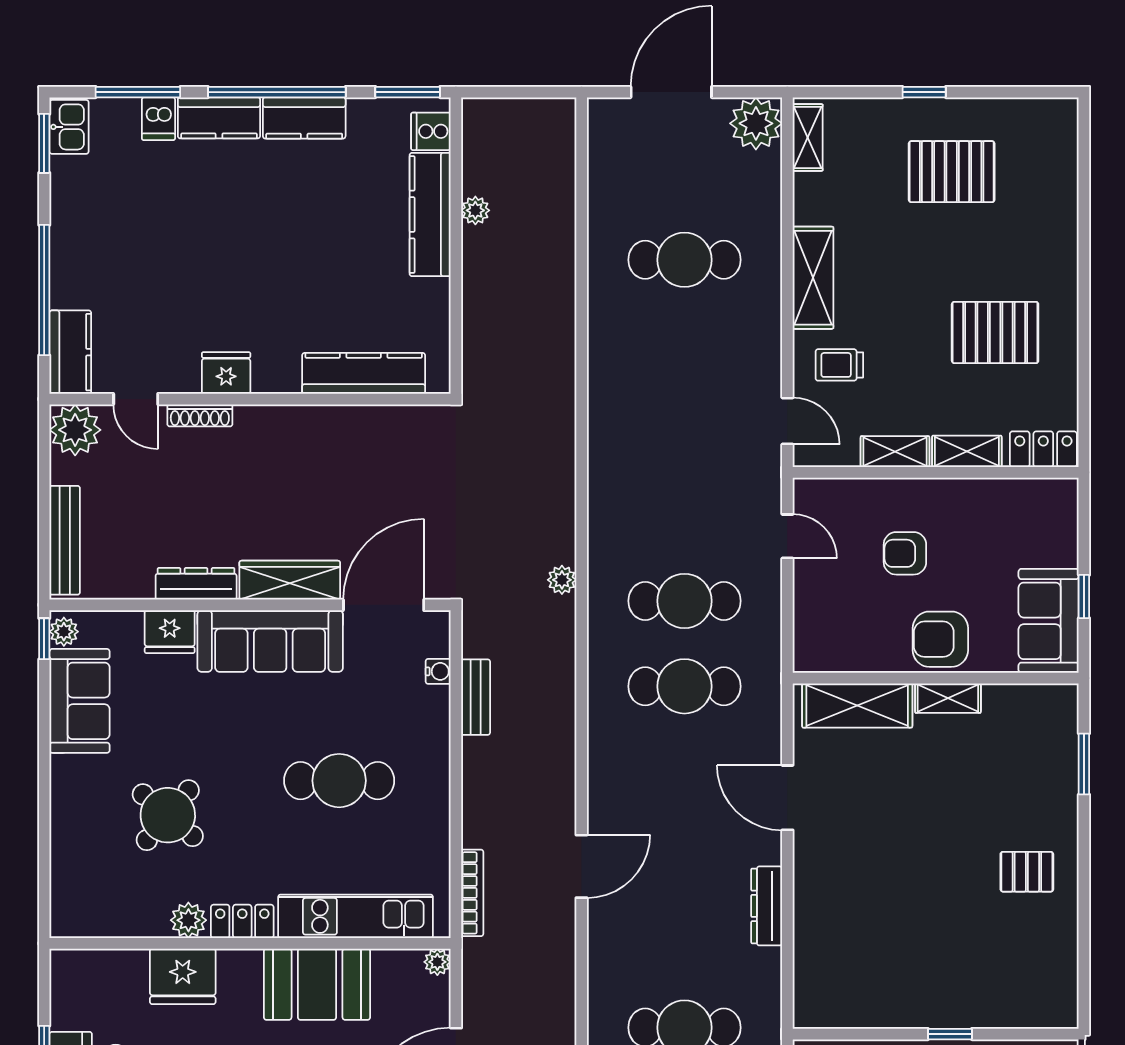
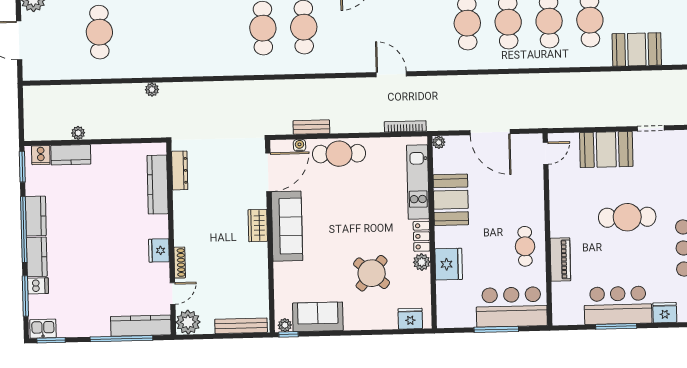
kitchen counter: (430, 215) -> (71, 155), width x0.67
kitchen counter: (70, 352) -> (141, 326), width x1.50
wardrobe: (290, 580) -> (258, 226), width x0.67
plant: (562, 580) -> (152, 90), moved
dresser: (196, 584) -> (180, 170), moved, turned 180
door: (384, 605) -> (268, 172), swing flipped
fridge: (170, 632) -> (410, 319), moved, turned -90
cafe table: (339, 781) -> (339, 154), moved, turned 90

